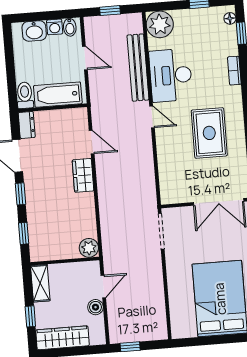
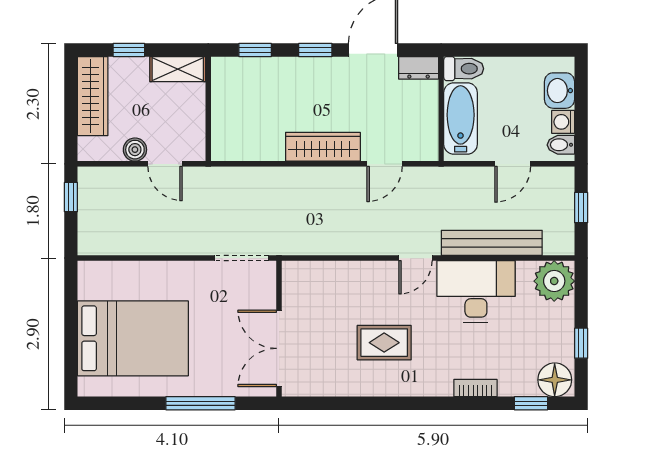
floor lamp: (230, 18) -> (555, 380), width x1.89, depth x1.89
rug: (209, 133) -> (384, 343), width x0.73, depth x0.70
wardrobe: (83, 175) -> (323, 147), width x1.50
plant: (89, 248) -> (225, 147), removed

